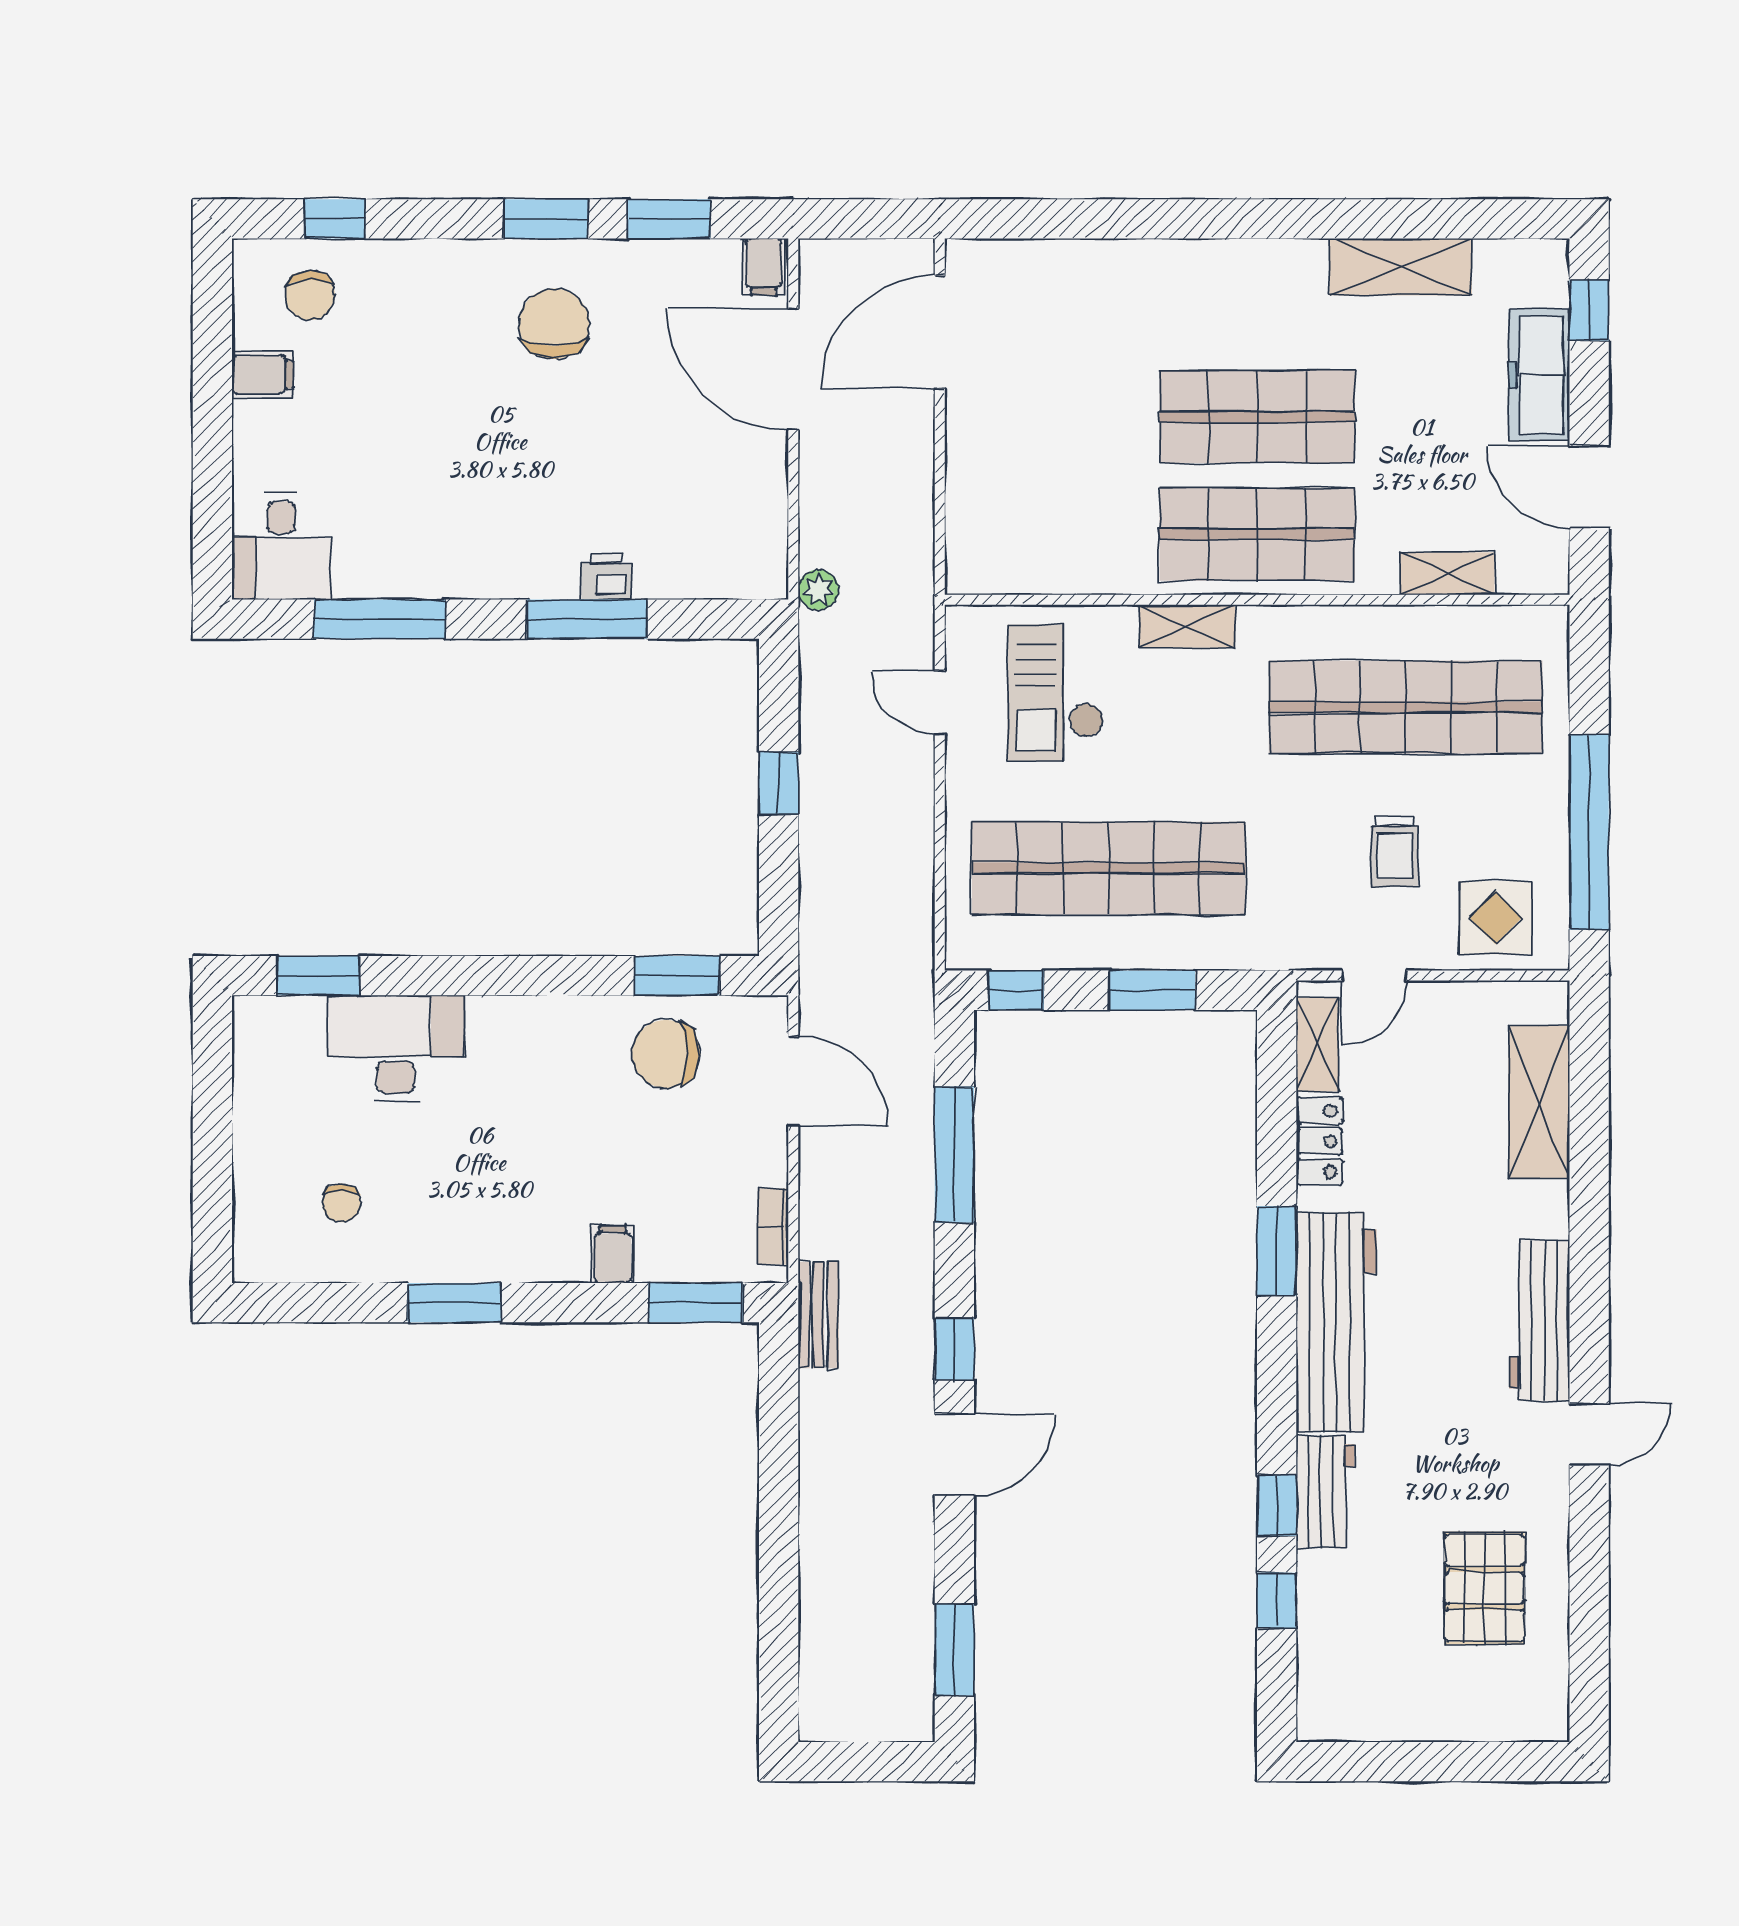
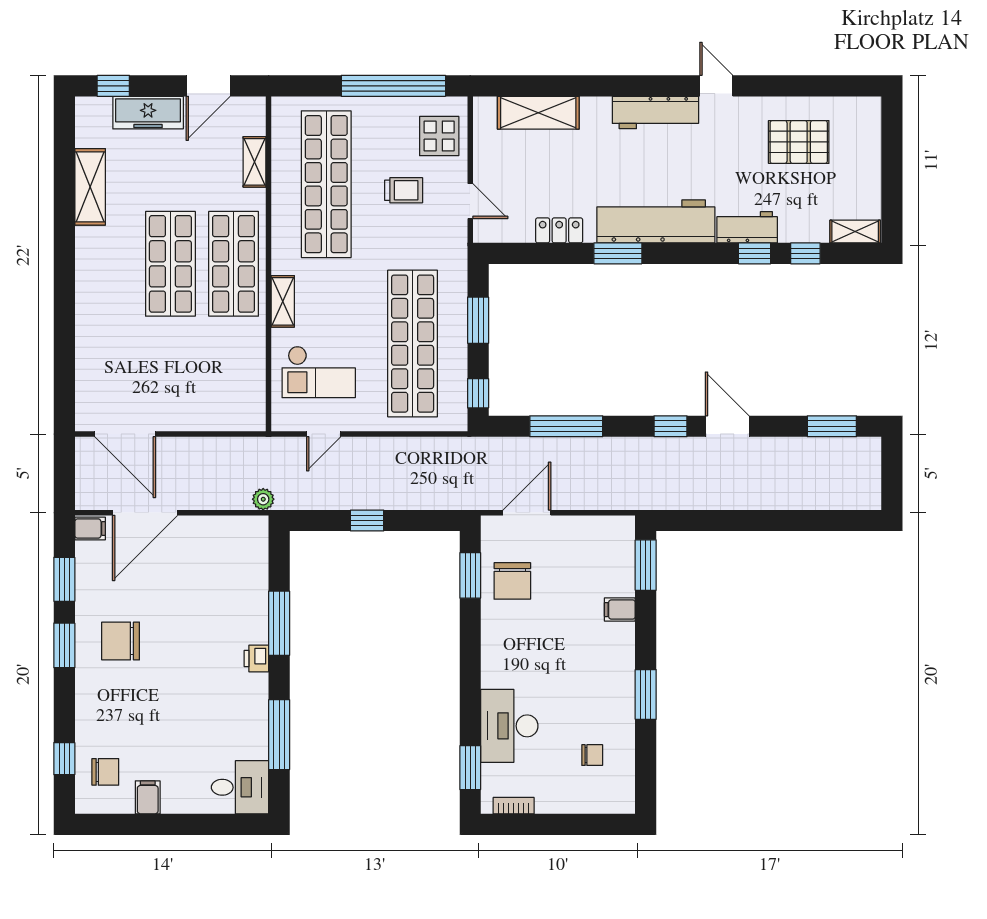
printer: (606, 577) -> (256, 659), moved
shelving: (1317, 1044) -> (855, 232), moved
bookcase: (773, 1227) -> (514, 806), moved, turned 180
bench: (819, 1315) -> (652, 499), removed

